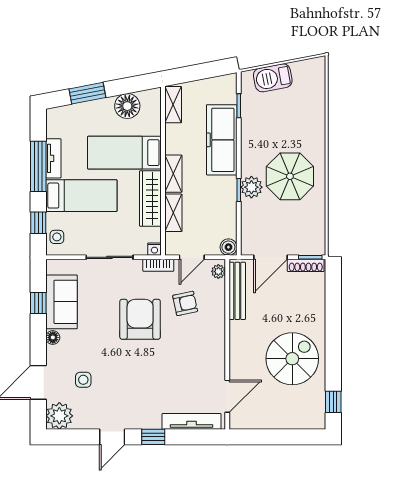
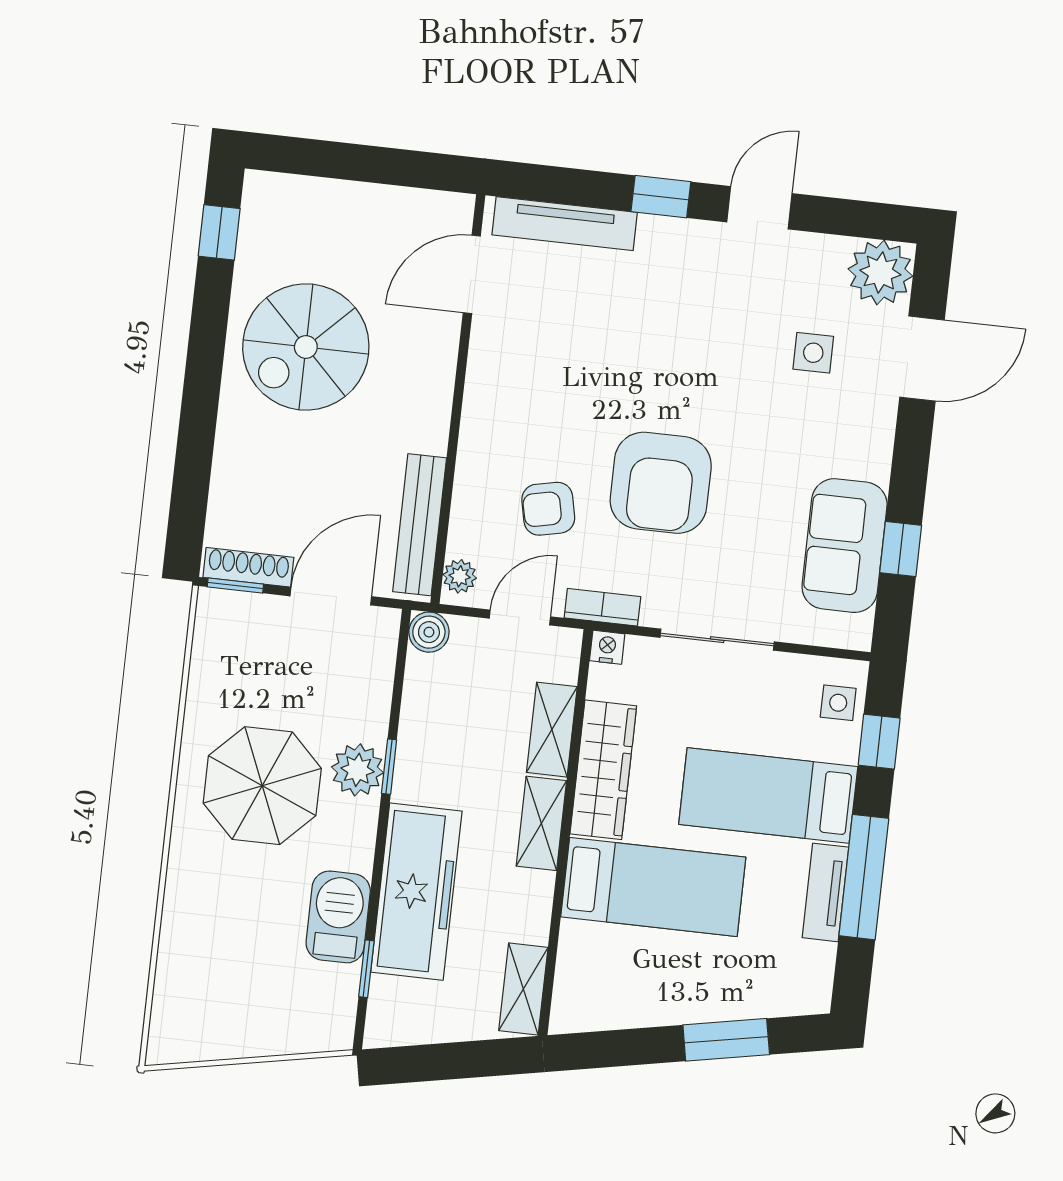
barbecue: (273, 78) -> (338, 917), moved, turned -79
floor lamp: (127, 106) -> (634, 998), removed
floor lamp: (53, 337) -> (875, 463), removed

